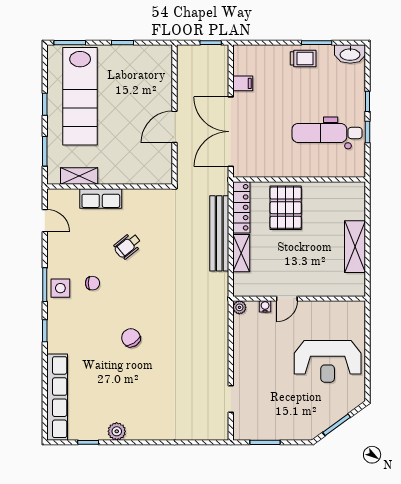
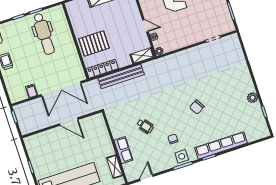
shelving: (241, 253) -> (142, 56), moved
row of seats: (57, 397) -> (221, 145), moved

